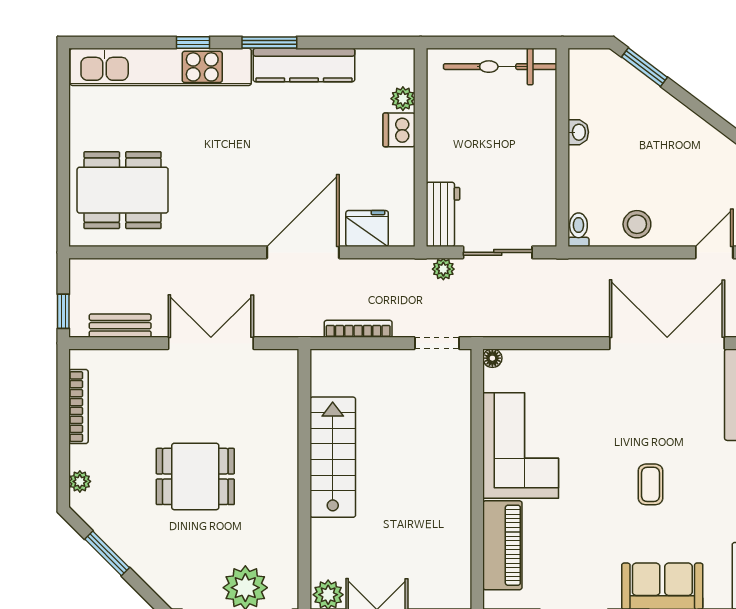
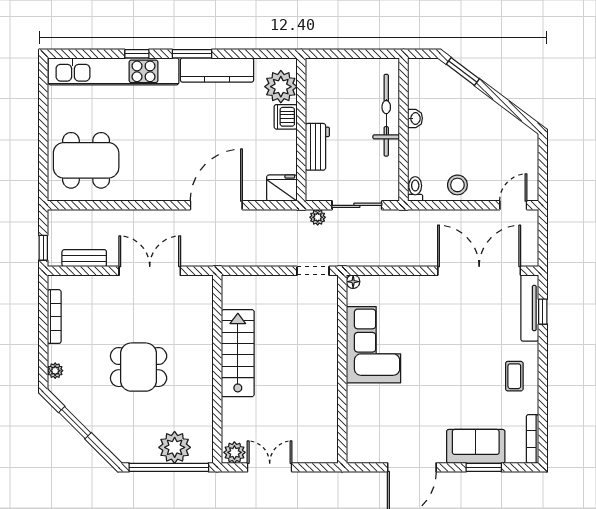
bicycle: (500, 67) -> (386, 115), moved, turned 90
plant: (403, 99) -> (281, 87), width x1.88, depth x1.88
workbench: (443, 214) -> (317, 147), moved
fridge: (367, 229) -> (282, 188), moved
bookcase: (358, 329) -> (256, 260), removed
coffee table: (650, 484) -> (514, 376), moved
piano: (502, 545) -> (360, 417), removed

